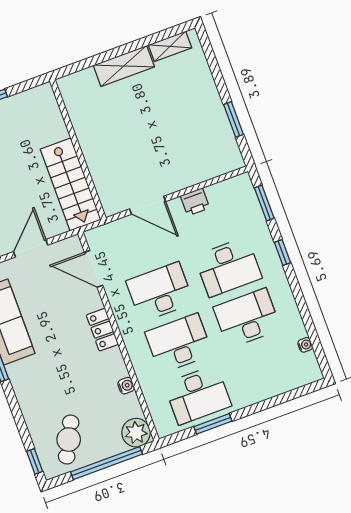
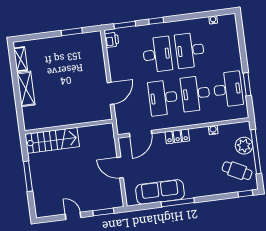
stairs: (71, 184) -> (52, 140), moved
printer: (195, 202) -> (112, 40), moved
plant: (136, 433) -> (244, 146), moved

